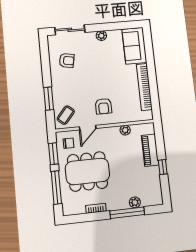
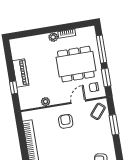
piano: (150, 150) -> (21, 73), moved
window: (163, 167) -> (14, 87), moved
plant: (135, 202) -> (53, 37), moved
window: (127, 213) -> (40, 31), removed

